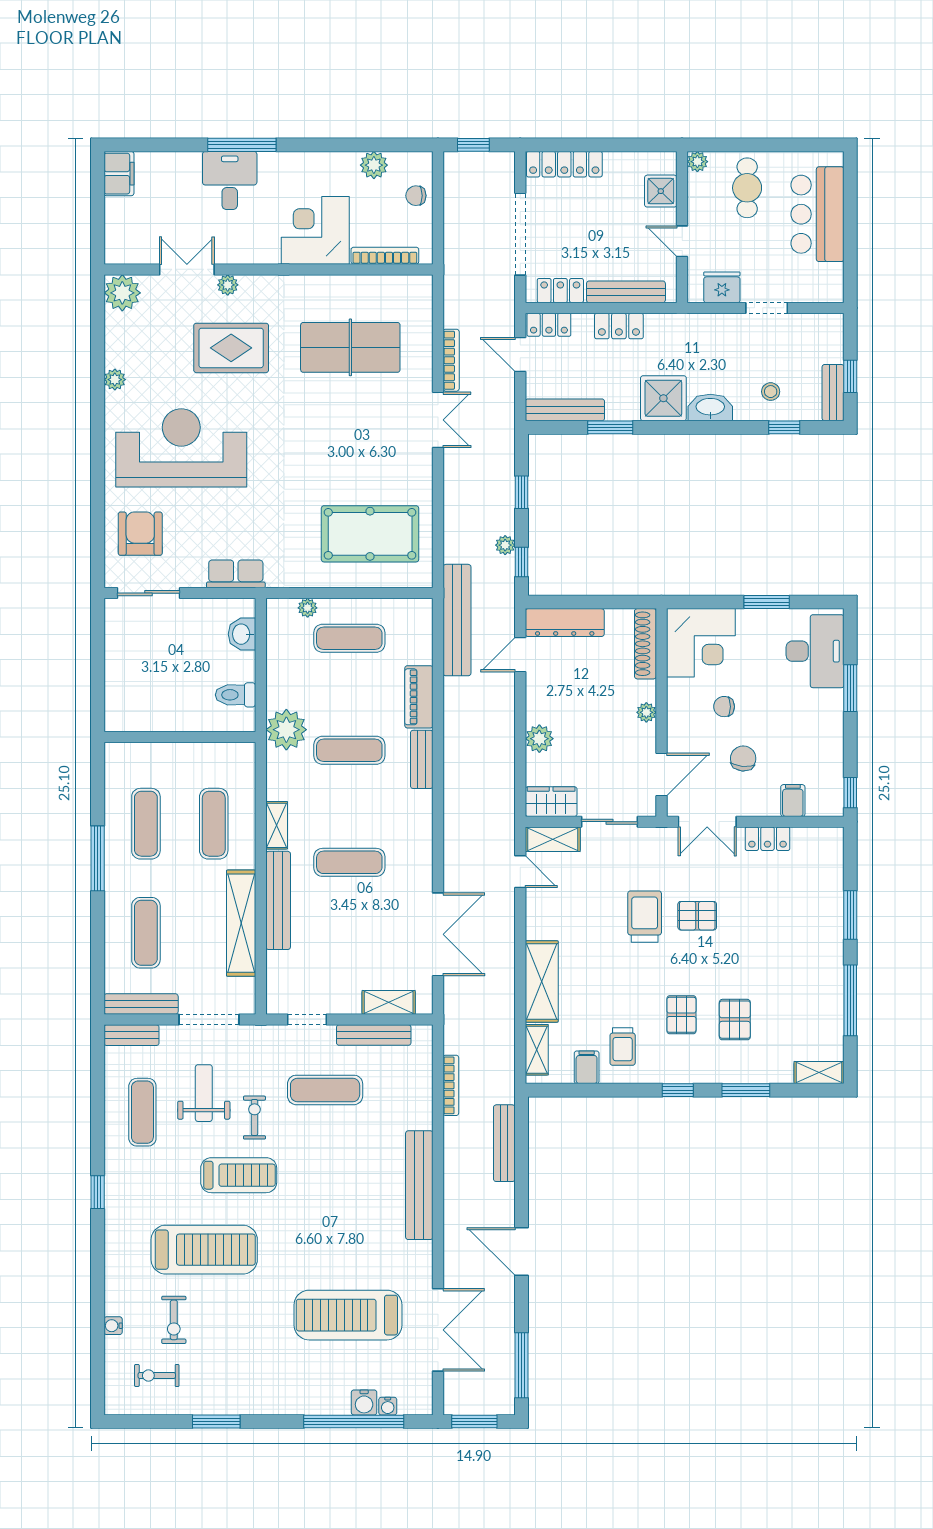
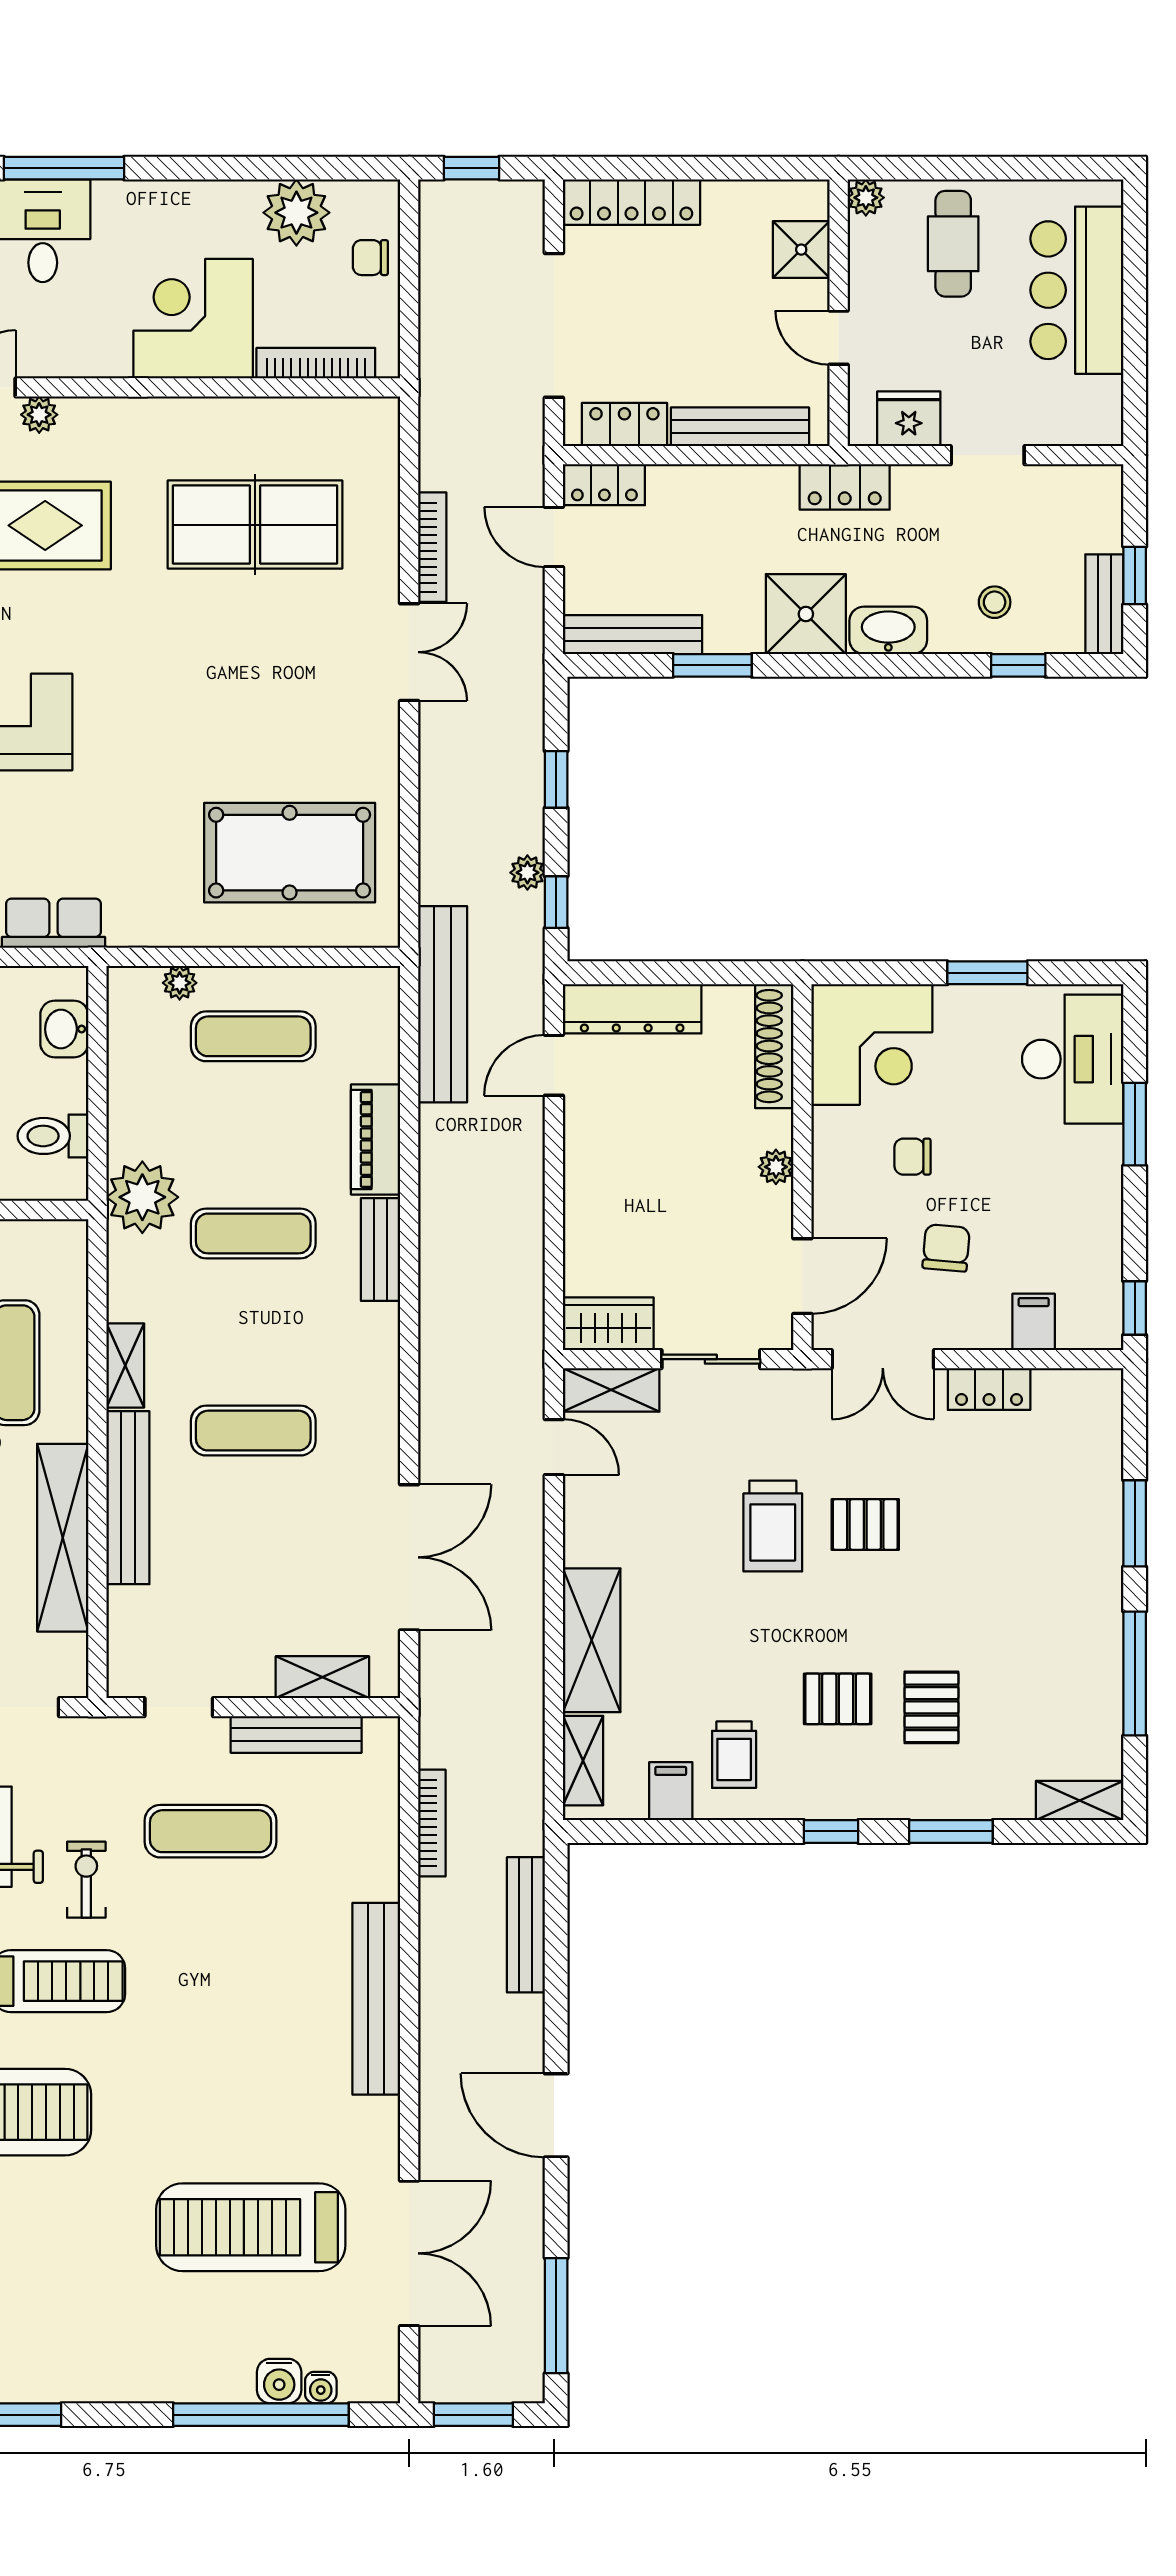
plant: (374, 165) -> (296, 213), width x1.36, depth x1.36
locker: (619, 326) -> (845, 487), moved
plant: (539, 739) -> (587, 1213), removed
trolley: (645, 917) -> (773, 1526), turned 180
pallet: (681, 1015) -> (838, 1699), turned 90

